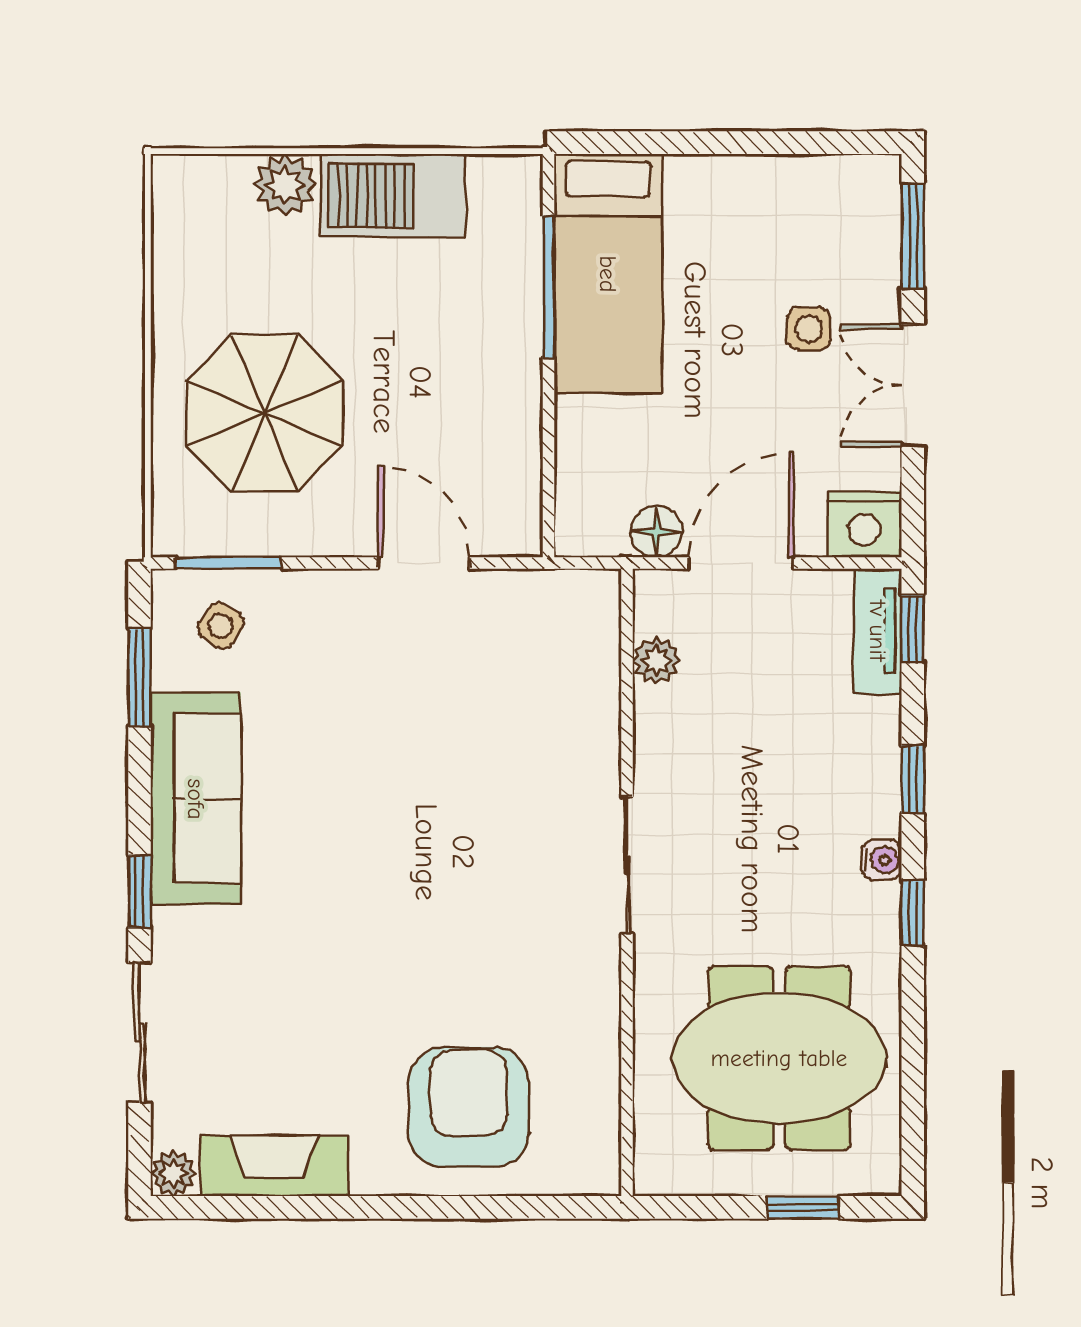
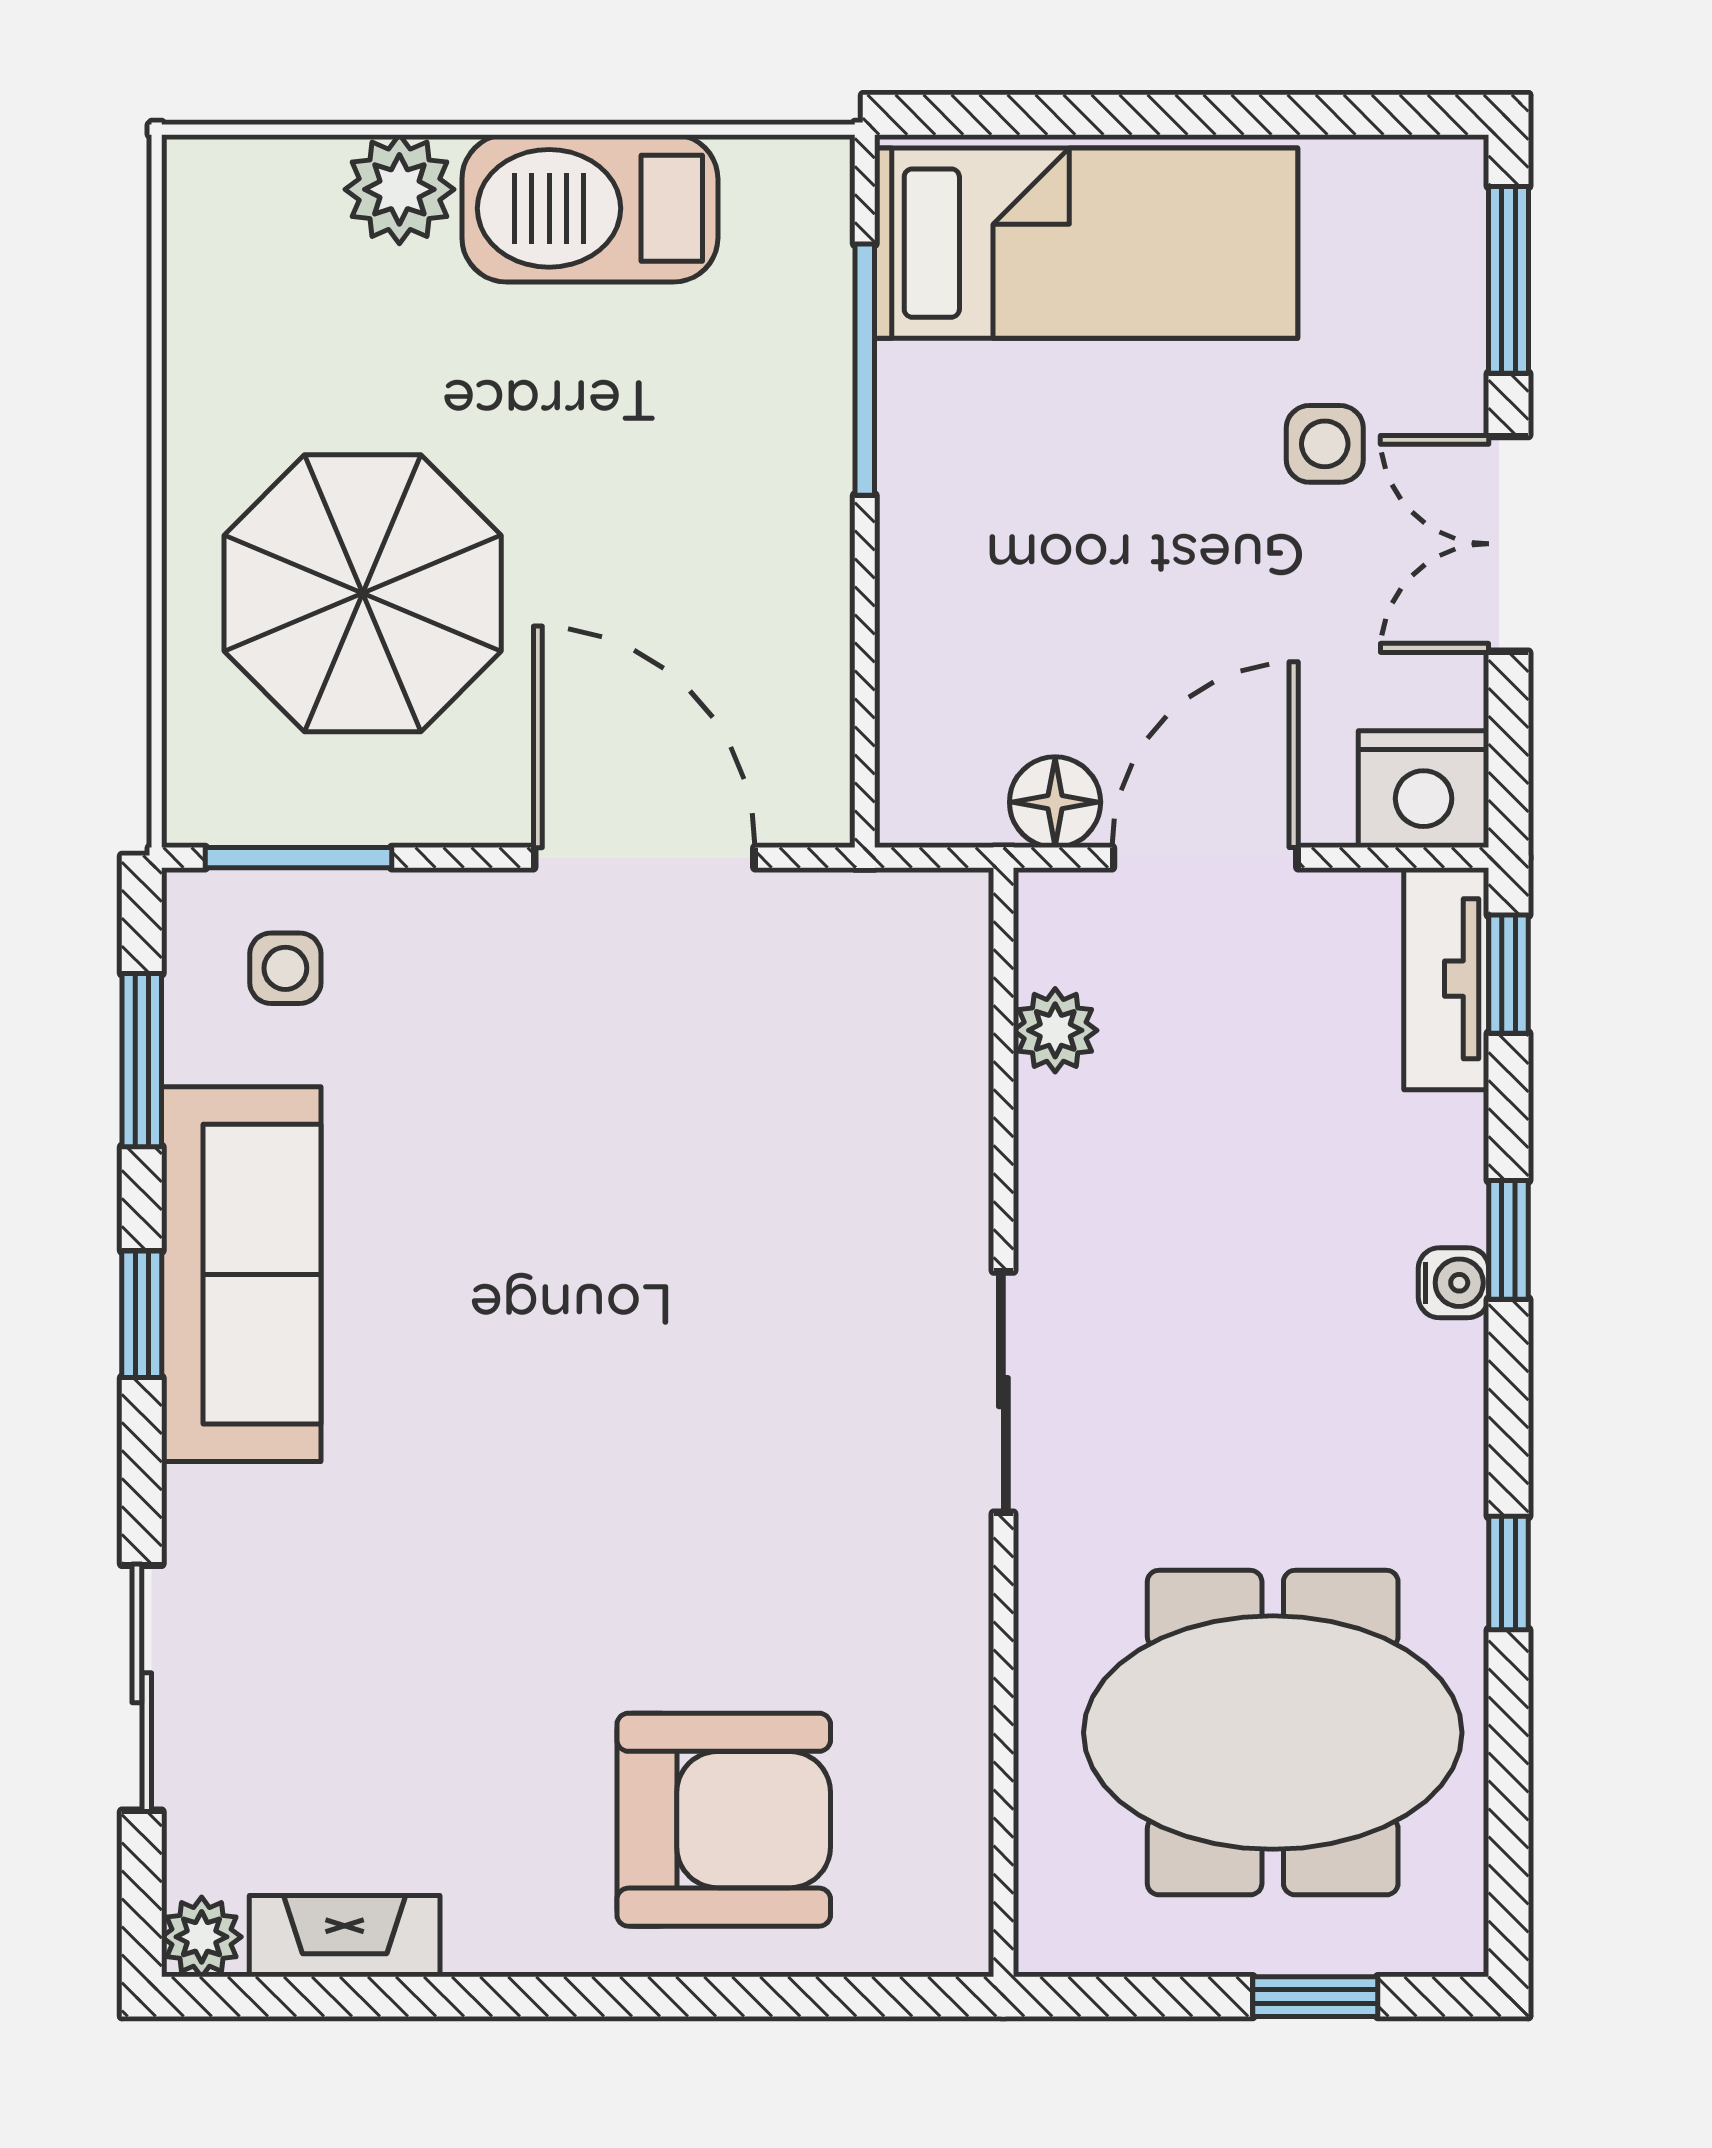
bed: (608, 274) -> (1086, 243), moved, turned -90
door: (424, 563) -> (644, 858), width x1.36
side table: (221, 626) -> (285, 968), turned -33
water cooler: (882, 860) -> (1454, 1283), moved
window: (139, 891) -> (142, 1314), moved
window: (913, 913) -> (1509, 1573), moved
armchair: (469, 1107) -> (724, 1820), turned 90
fireplace: (274, 1166) -> (345, 1936), width x0.73, depth x0.76

